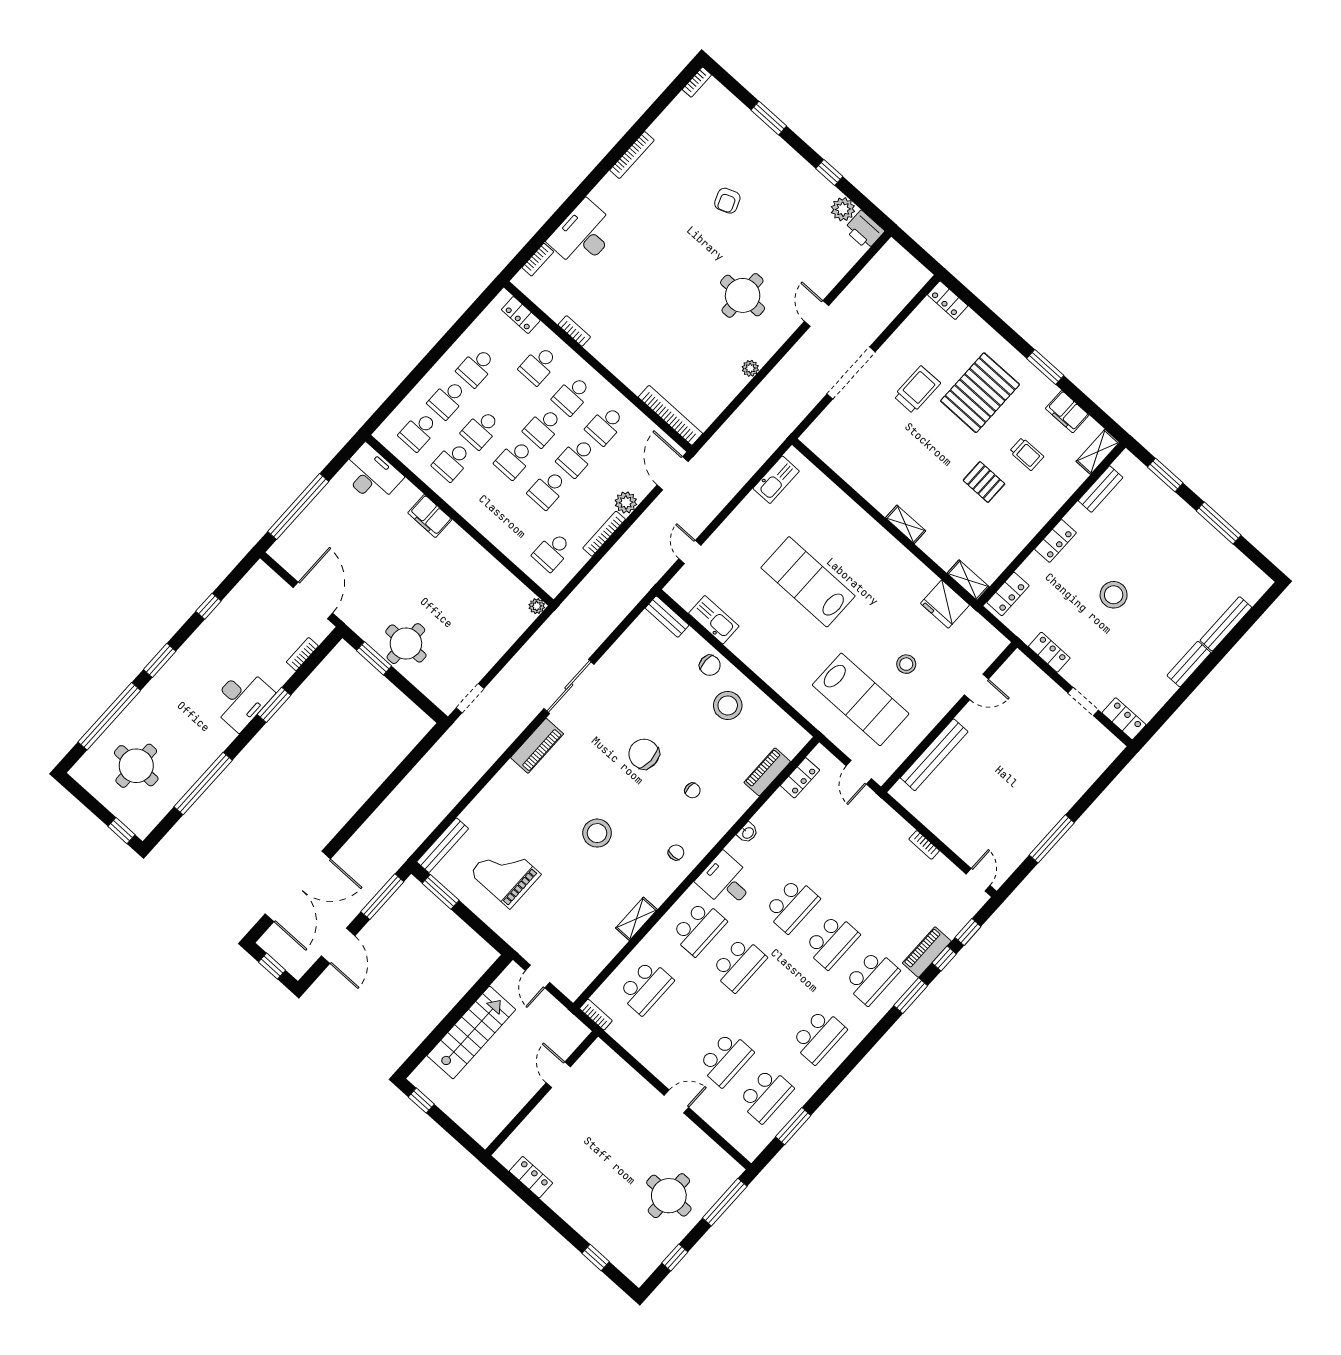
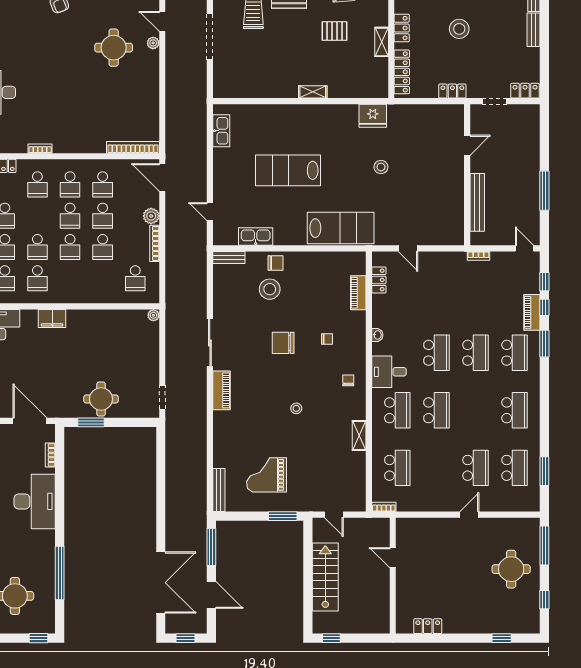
plant: (750, 368) -> (153, 43), moved
shelving: (968, 580) -> (382, 42), moved, turned 90
locker: (1008, 594) -> (402, 72), width x1.53
door: (976, 687) -> (467, 145), moved
desk: (242, 699) -> (35, 501), width x1.36, depth x1.30
lab bench: (861, 699) -> (341, 228), moved
window: (274, 705) -> (60, 496), removed
stool: (728, 705) -> (270, 289), moved
wall: (949, 717) -> (467, 175), moved
bench: (934, 755) -> (477, 202), moved
stool: (597, 833) -> (296, 408), width x0.53, depth x0.53
window: (441, 892) -> (283, 516), moved

